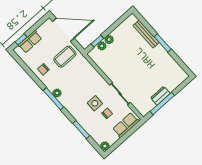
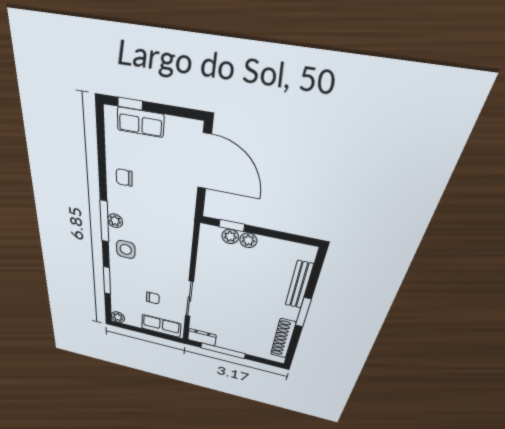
coffee table: (65, 57) -> (169, 195), removed
shoe rack: (173, 64) -> (283, 338), added
dresser: (160, 96) -> (202, 337), moved
side table: (95, 103) -> (126, 249), moved

